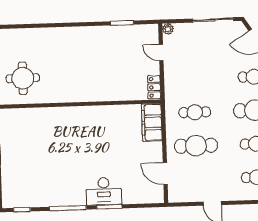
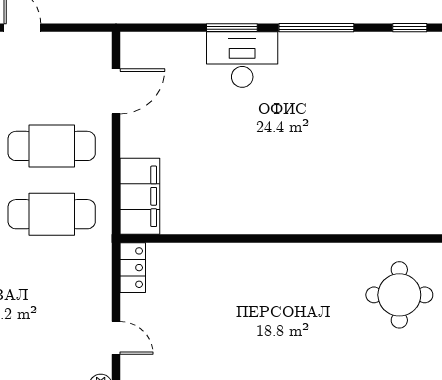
cafe table: (195, 112) -> (52, 214), width x1.37, depth x1.35
door: (165, 174) -> (116, 91), hinge flipped

